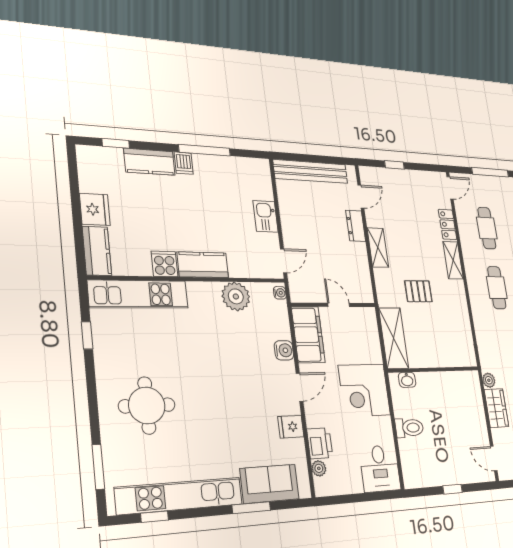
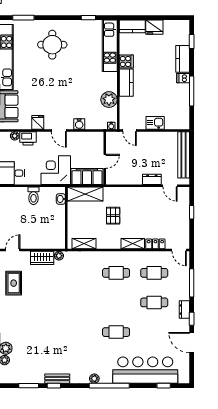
shelving: (378, 248) -> (84, 244), moved
filing cabinet: (308, 335) -> (87, 176), moved, turned 180

